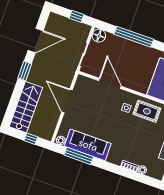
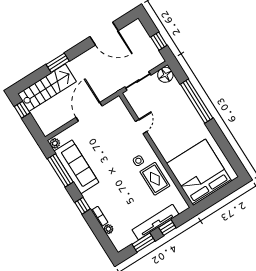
window: (25, 71) -> (58, 63), moved
door: (110, 83) -> (141, 126), width x0.53
window: (31, 139) -> (22, 110), moved
window: (112, 168) -> (82, 206), added

